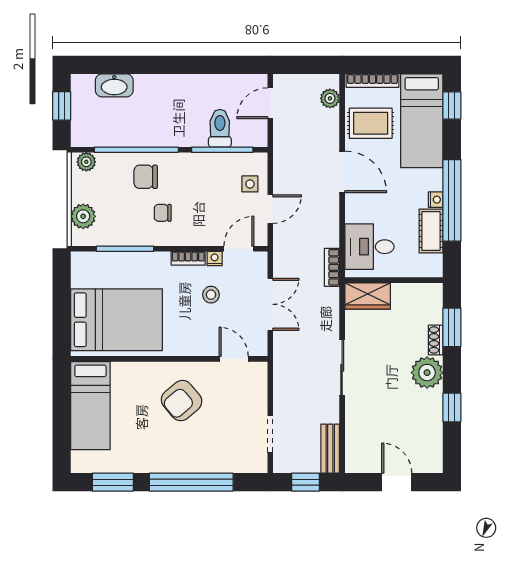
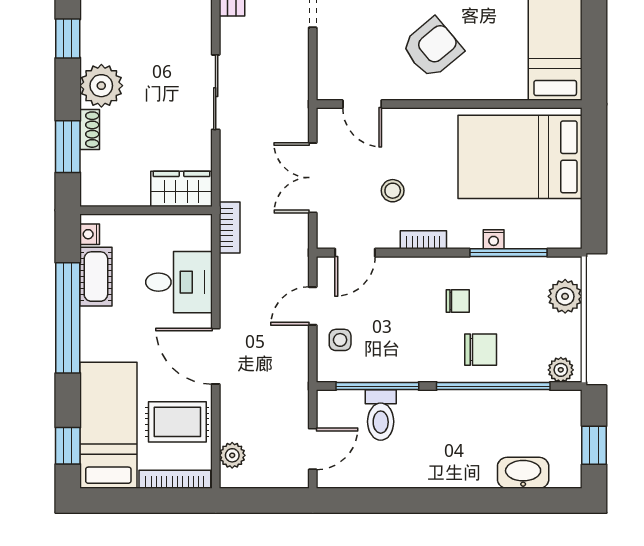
nightstand: (436, 200) -> (90, 234), moved
desk: (369, 247) -> (179, 282), moved
nightstand: (215, 259) -> (494, 239), moved

